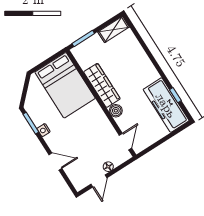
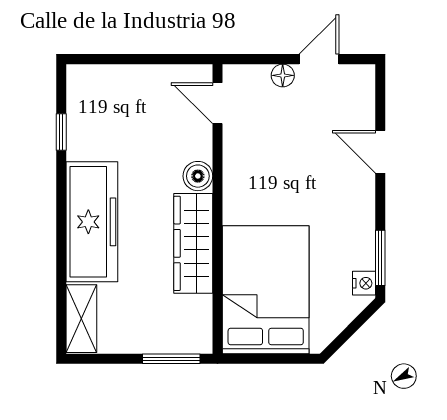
shelving: (114, 29) -> (81, 319), moved, turned 90
freezer: (166, 105) -> (92, 222), moved
nightstand: (44, 130) -> (364, 283), moved
door: (125, 142) -> (217, 103), hinge flipped

